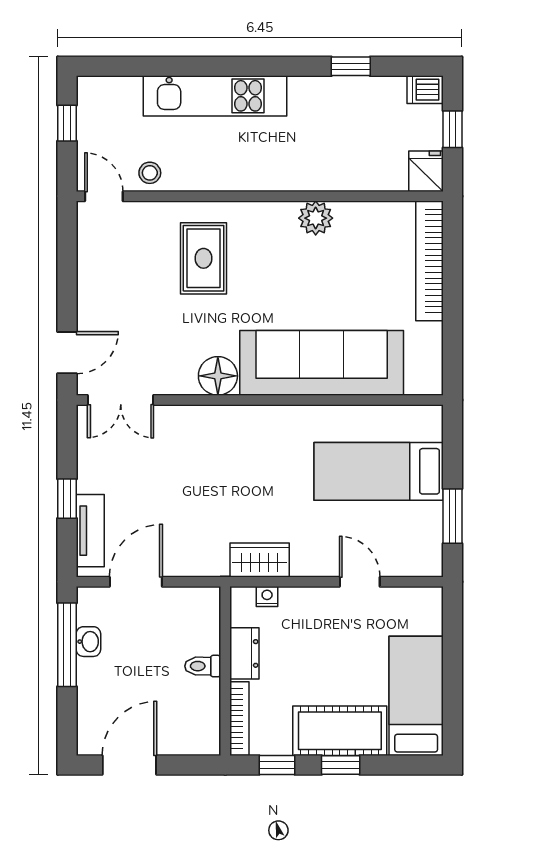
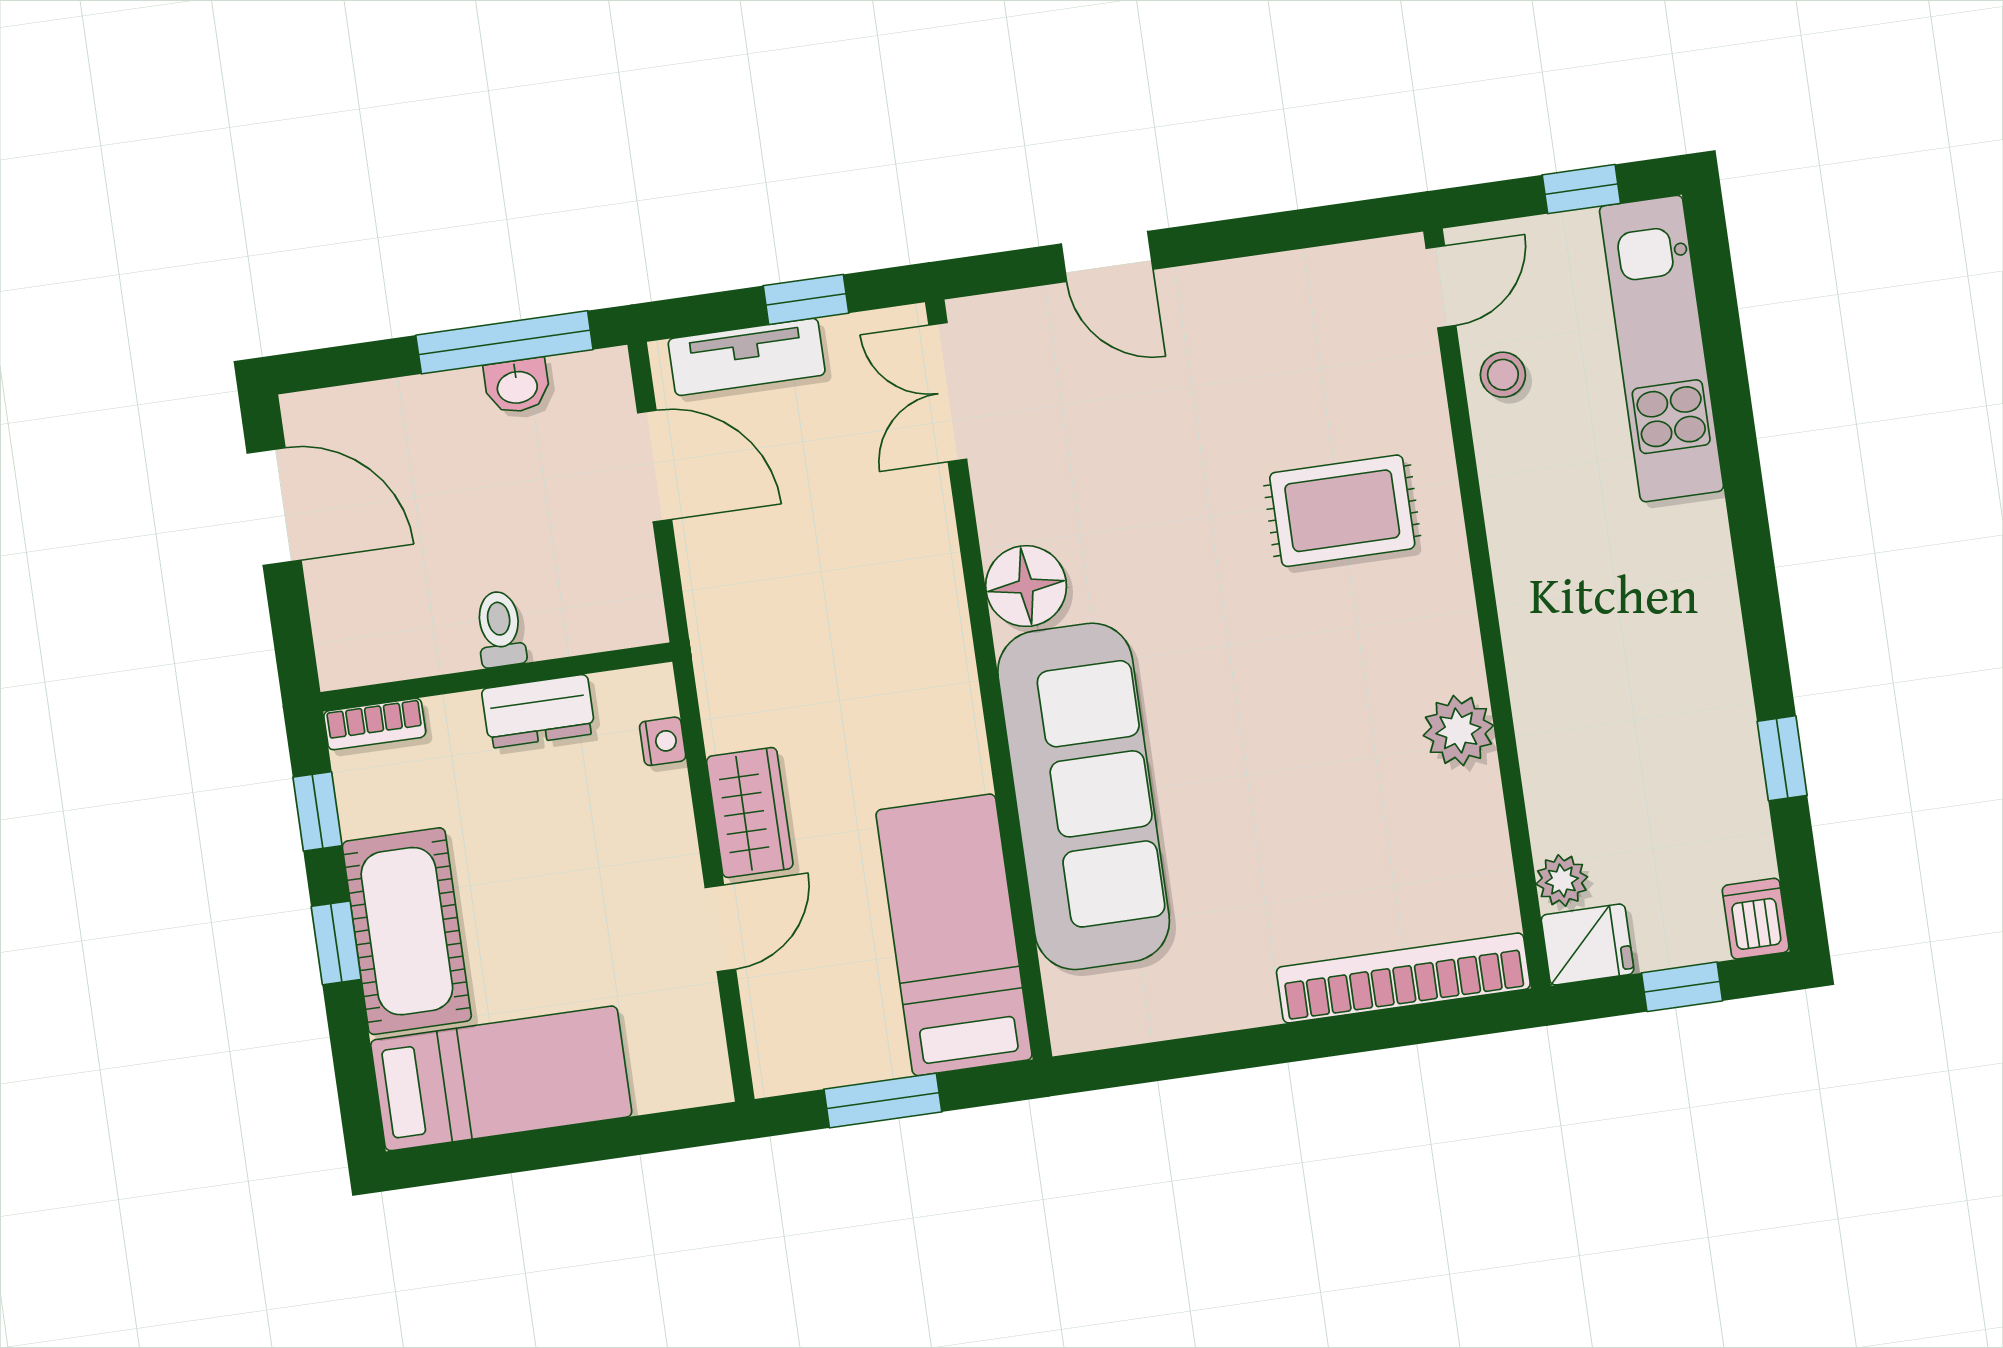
kitchen unit: (215, 96) -> (1661, 349), moved
plant: (394, 179) -> (1562, 880), added
sofa: (322, 363) -> (1084, 796), moved
floor lamp: (218, 376) -> (1026, 586), moved
double door: (121, 400) -> (948, 392), moved
wall: (260, 400) -> (989, 679), moved
wardrobe: (260, 560) -> (750, 813), moved
bookcase: (239, 719) -> (375, 724), width x0.64

